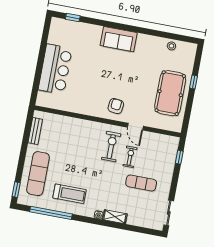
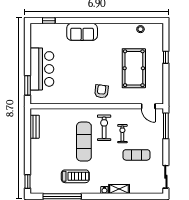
sofa: (119, 39) -> (82, 32), moved
window: (36, 84) -> (28, 85), added
pool table: (170, 93) -> (134, 68), moved
door: (135, 127) -> (148, 106), moved
window: (179, 157) -> (166, 126), width x2.17
exercise mat: (38, 174) -> (84, 142), moved

